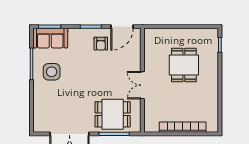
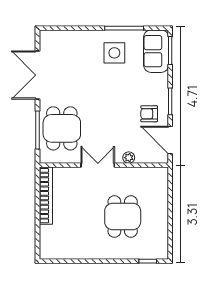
plant: (136, 60) -> (129, 158), added
dining table: (184, 65) -> (123, 216), turned 90
bookcase: (183, 127) -> (46, 196), moved

